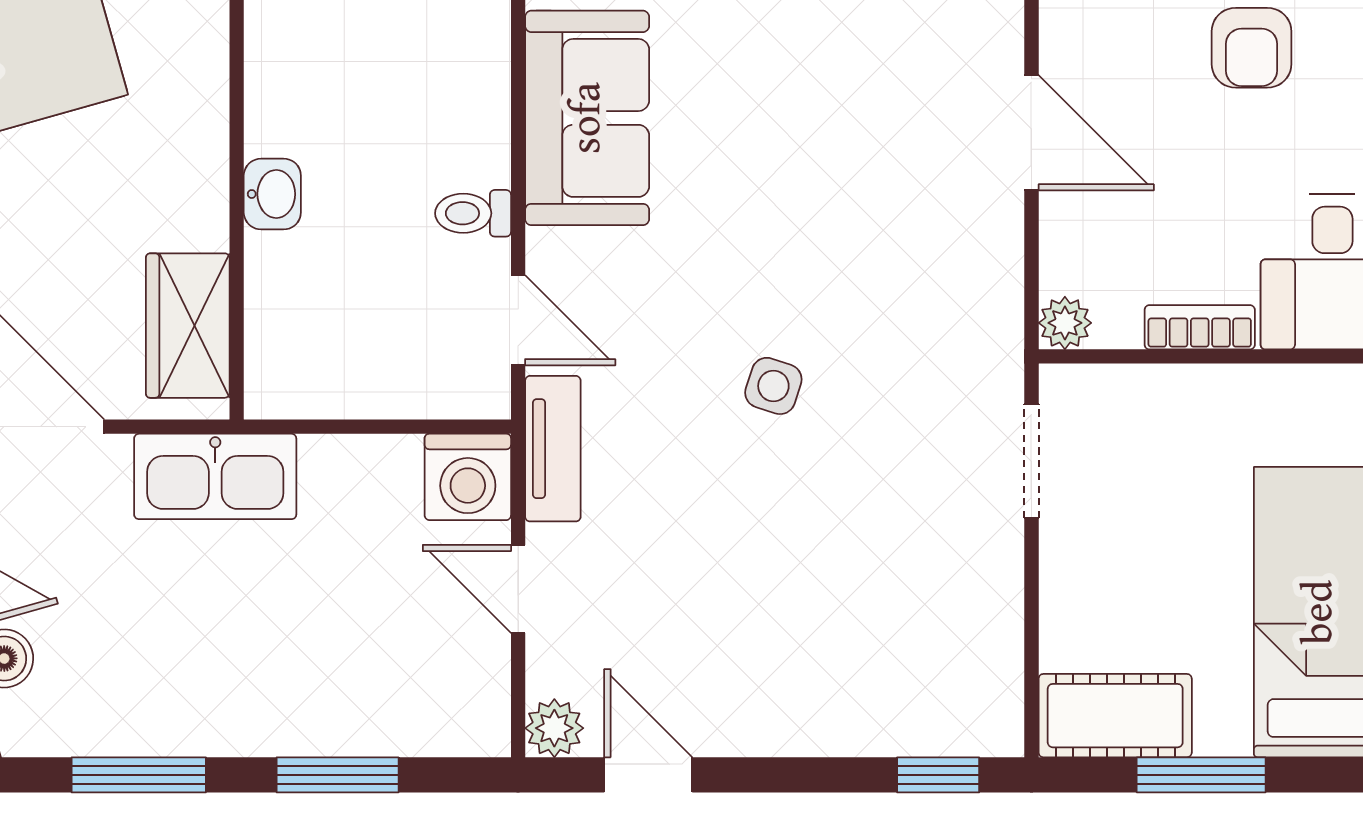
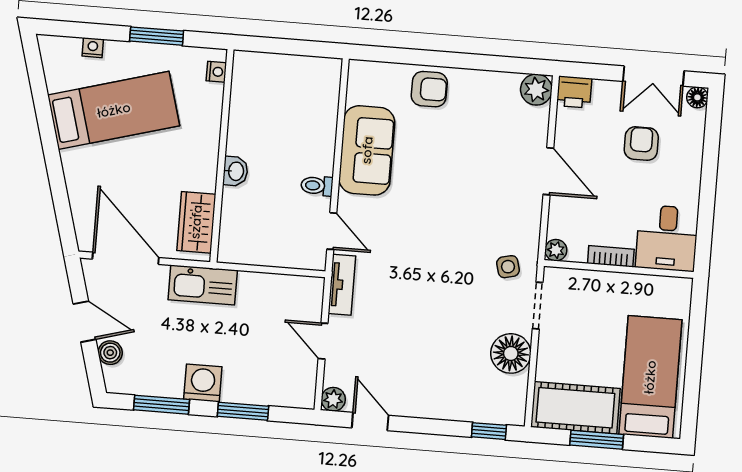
armchair: (1252, 48) -> (641, 144), turned 180
side table: (773, 386) -> (508, 267), moved, turned -32
washing machine: (468, 477) -> (203, 383), moved, turned 180
floor lamp: (976, 582) -> (511, 353), added
cot: (1115, 716) -> (575, 408), width x1.37, depth x1.34

